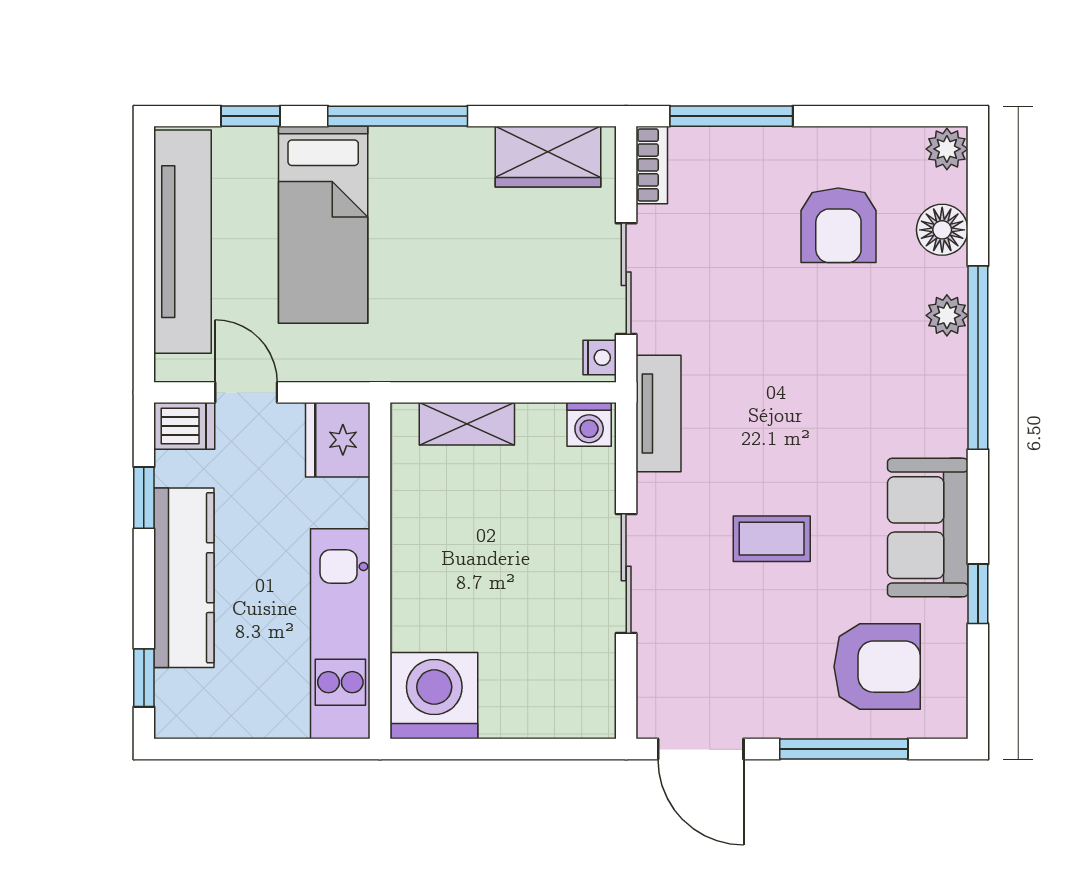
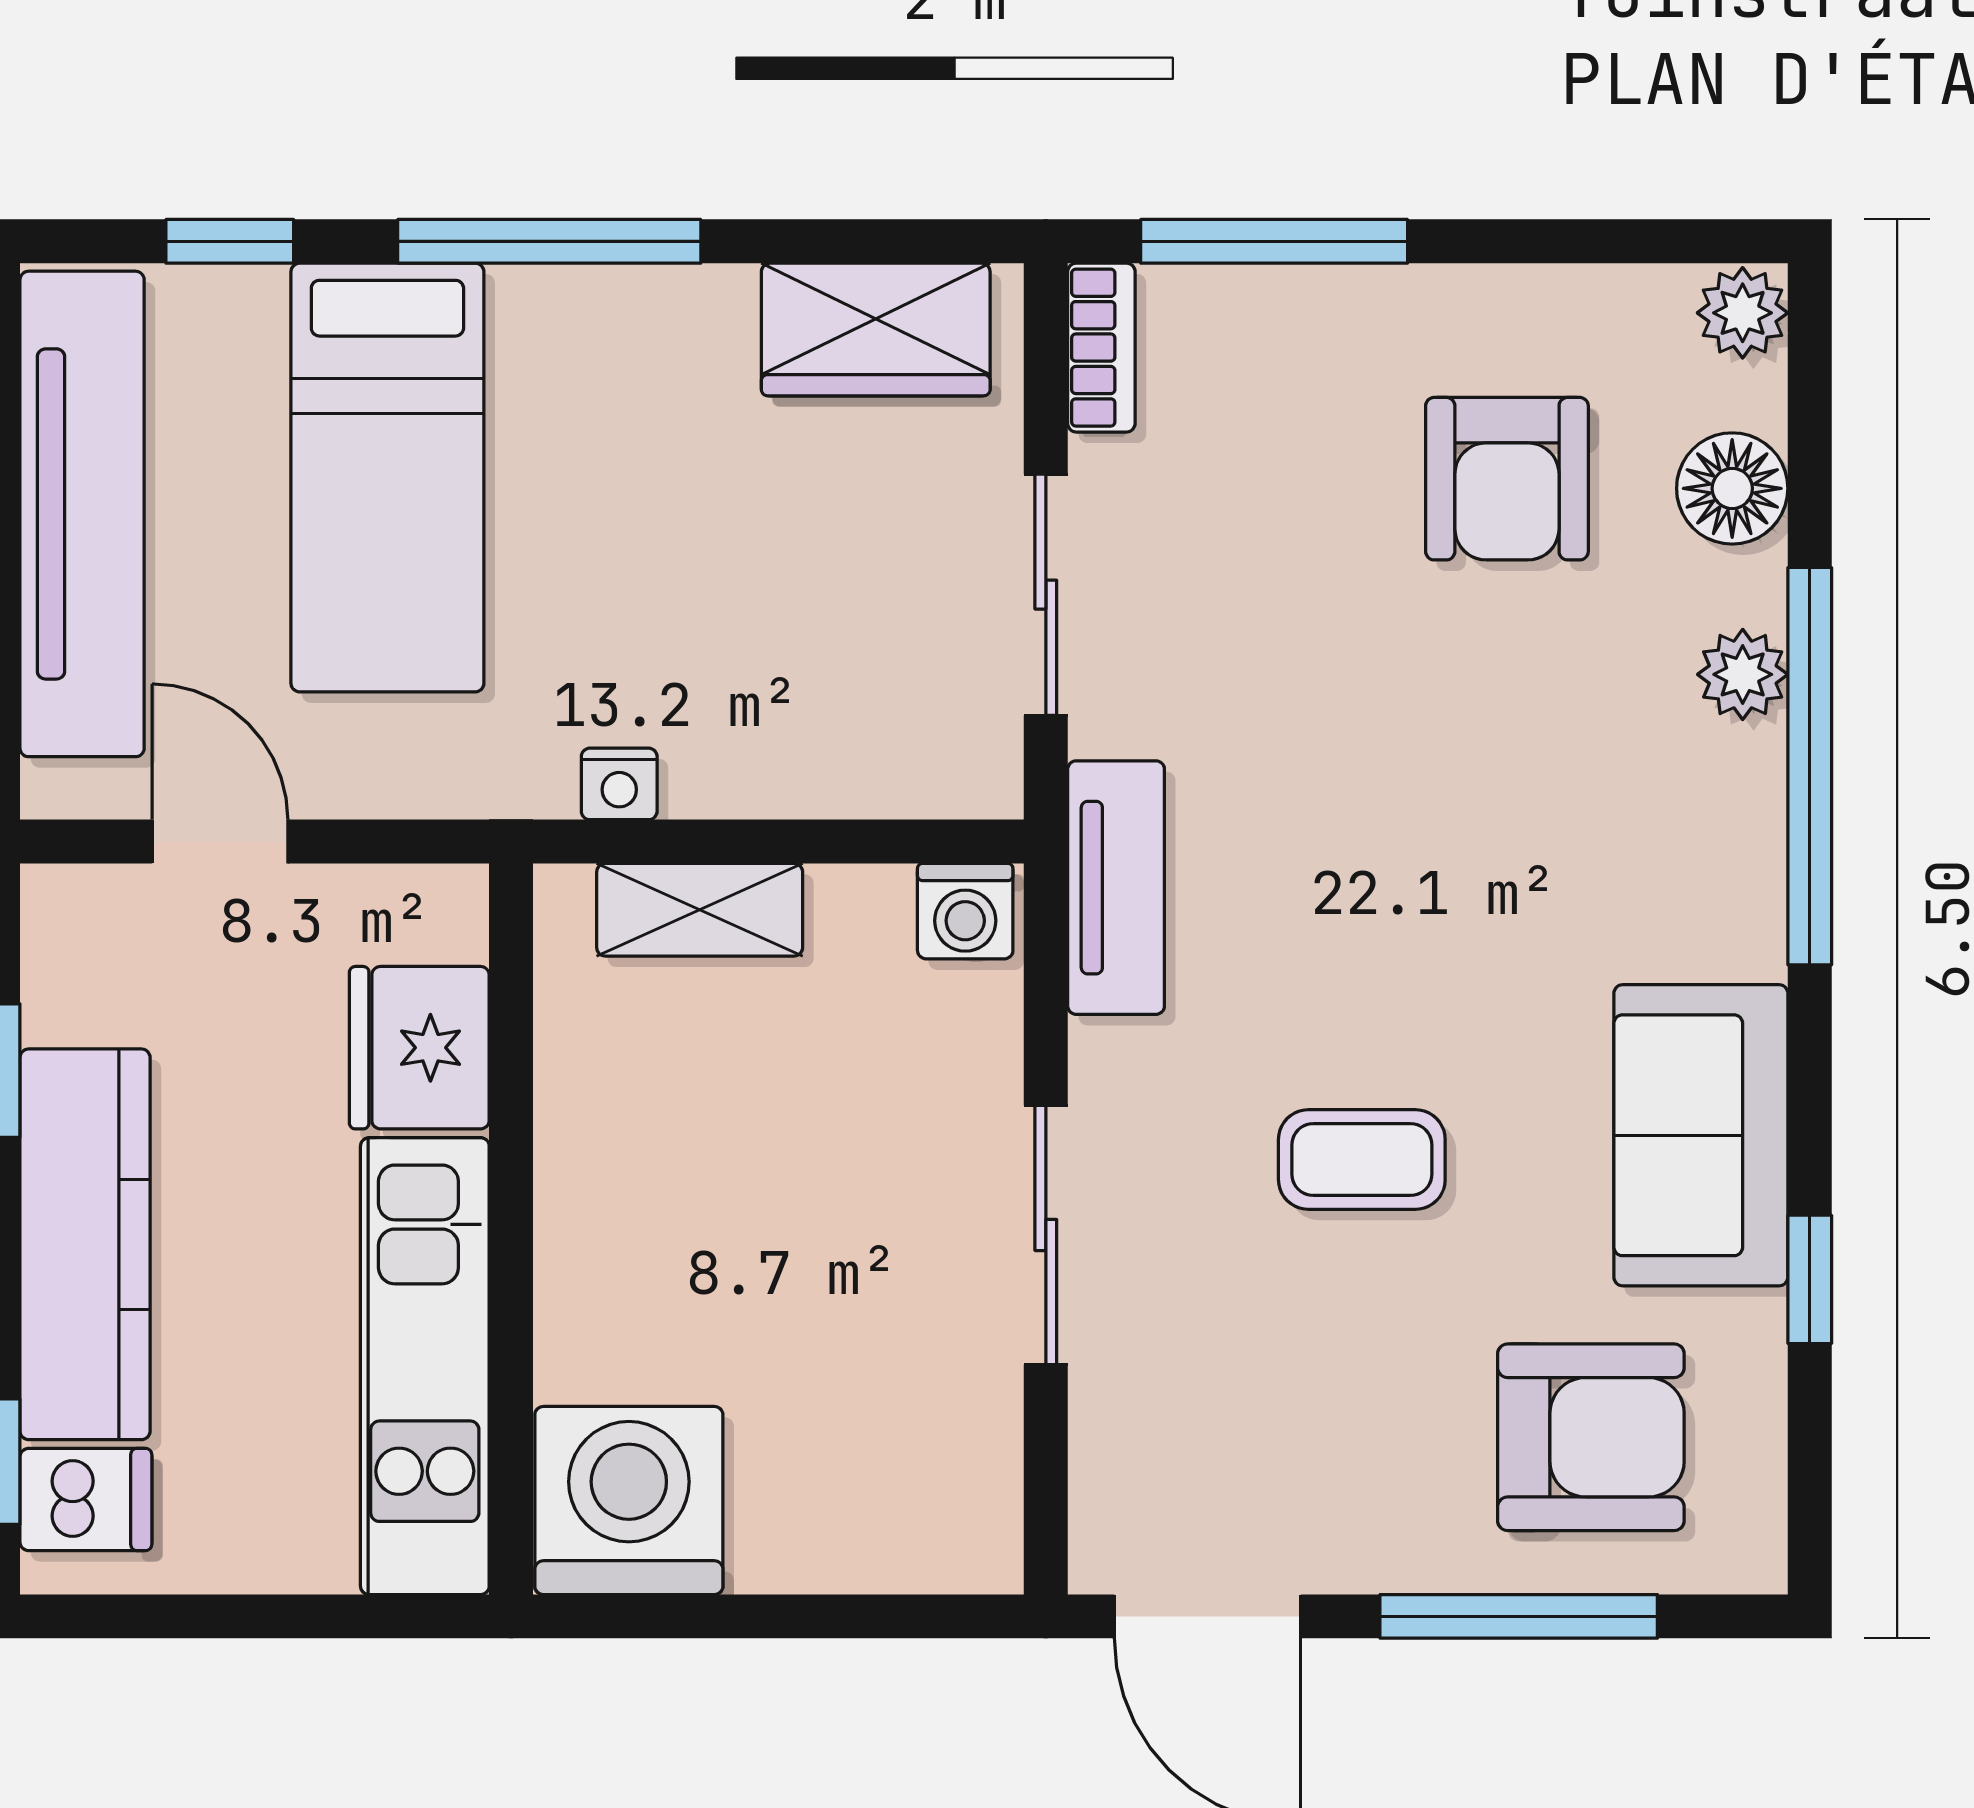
nightstand: (600, 358) -> (619, 784), moved, turned 90
dishwasher: (184, 426) -> (86, 1500), moved
fridge: (338, 440) -> (419, 1048), moved

